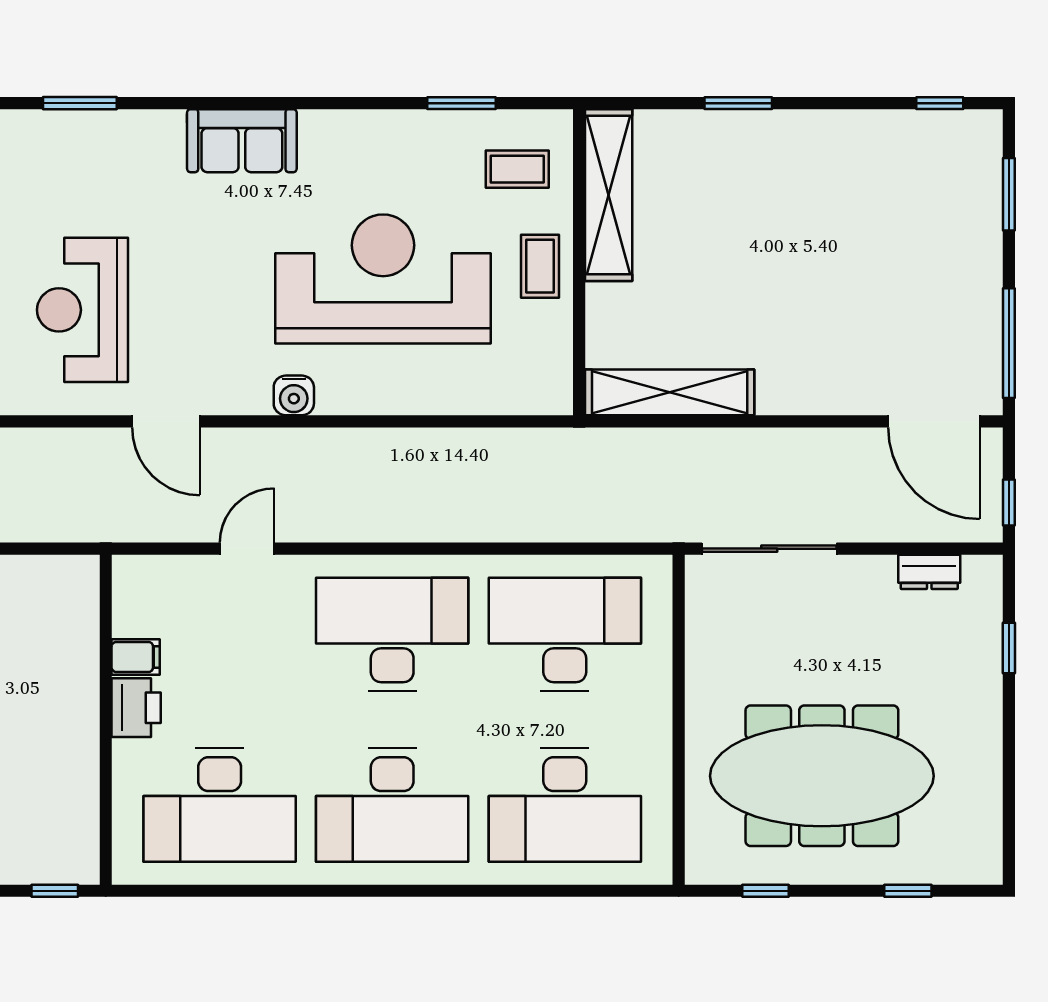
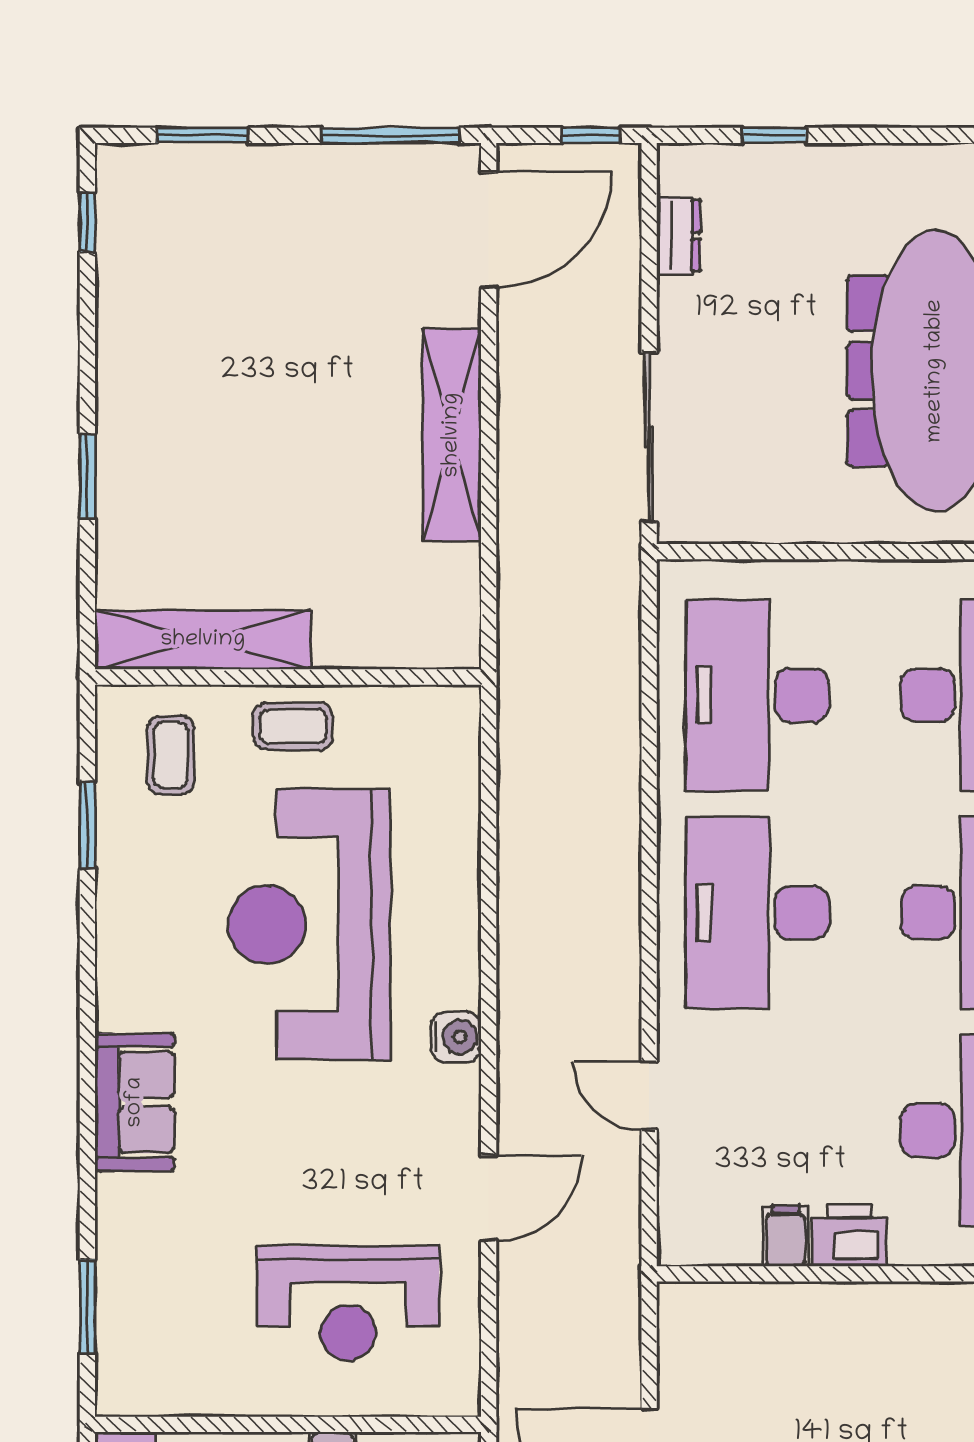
shelving: (670, 392) -> (452, 435), moved

